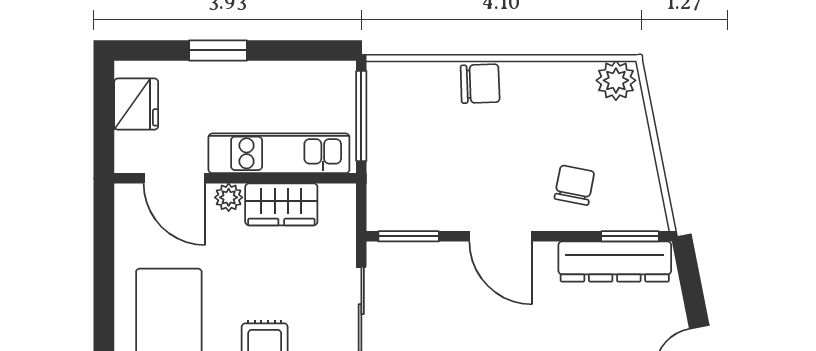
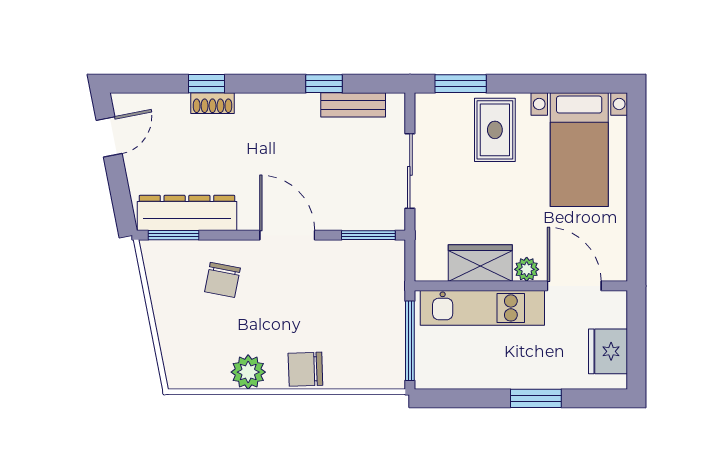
plant: (616, 80) -> (248, 372), moved

